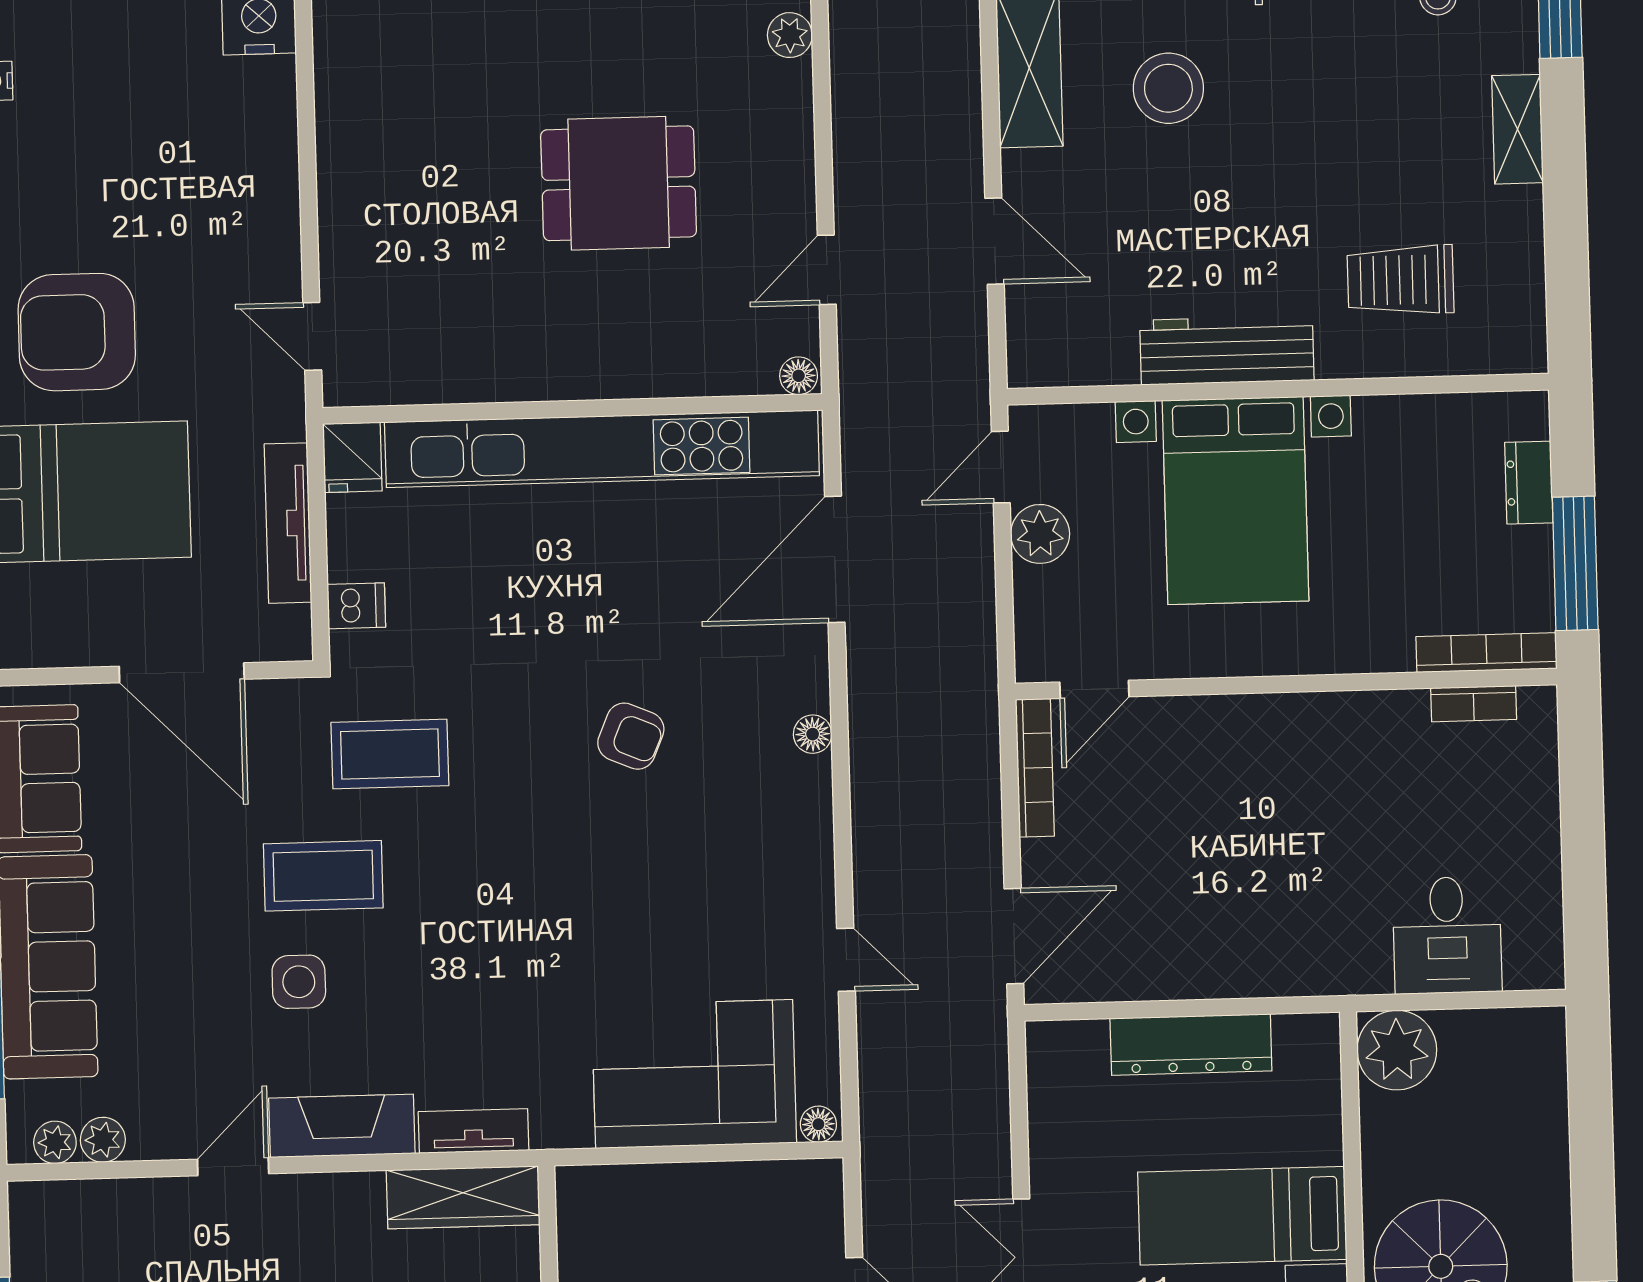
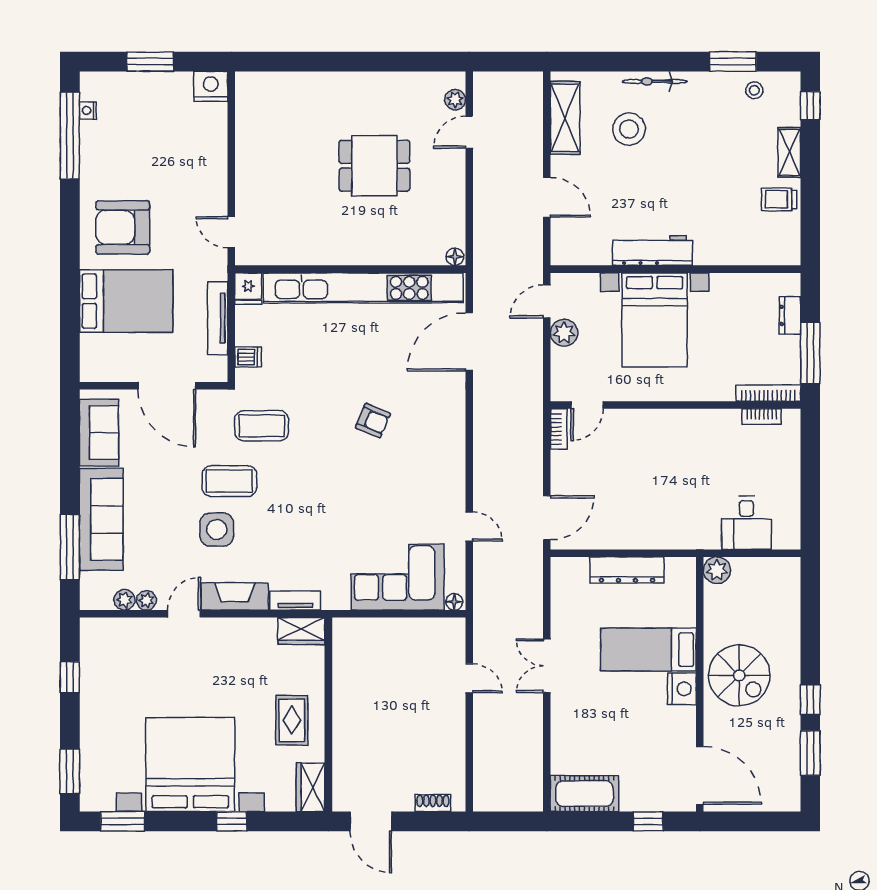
door: (827, 270) -> (469, 132), moved
trolley: (1401, 280) -> (779, 199), moved, width x0.73, depth x0.72
floor lamp: (813, 734) -> (457, 422), removed
bookcase: (1035, 768) -> (559, 429), width x0.64
side table: (299, 982) -> (217, 530), width x1.37, depth x1.37
plant: (1397, 1050) -> (717, 570), width x0.73, depth x0.73
plant: (55, 1142) -> (147, 600), moved
wardrobe: (463, 1197) -> (301, 631), width x0.67

